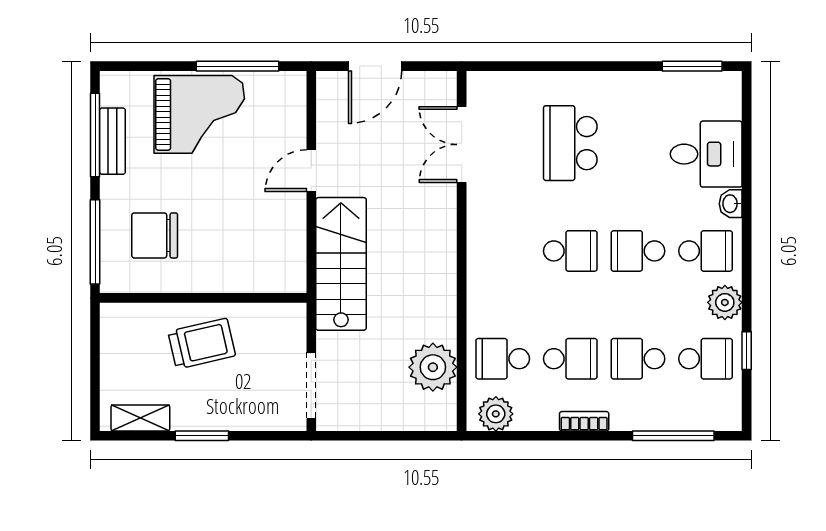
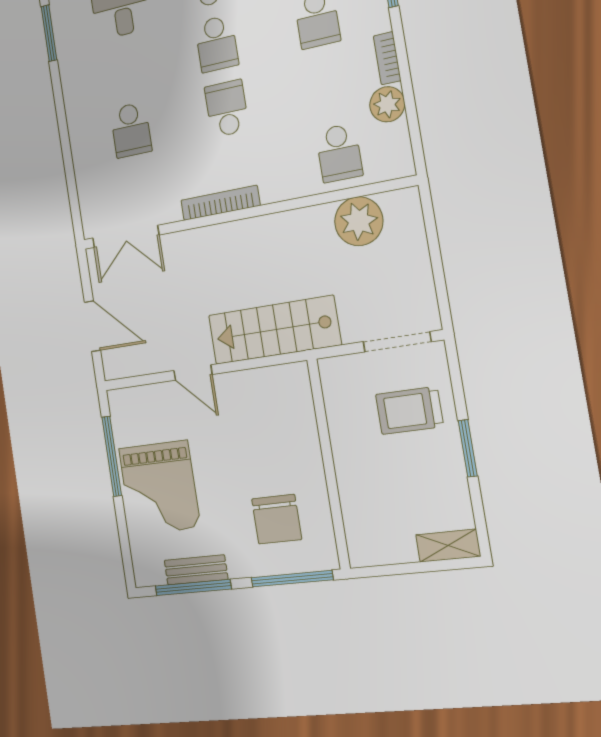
grand piano: (199, 114) -> (159, 488), turned 180
school desk: (570, 143) -> (131, 130), width x0.54
double door: (462, 145) -> (126, 237), moved
bookcase: (477, 228) -> (220, 203), added
trolley: (202, 344) -> (409, 410), moved, turned -77
school desk: (570, 359) -> (328, 86), removed
plant: (496, 414) -> (387, 104), moved
shelving: (140, 418) -> (448, 546), moved, turned 90

